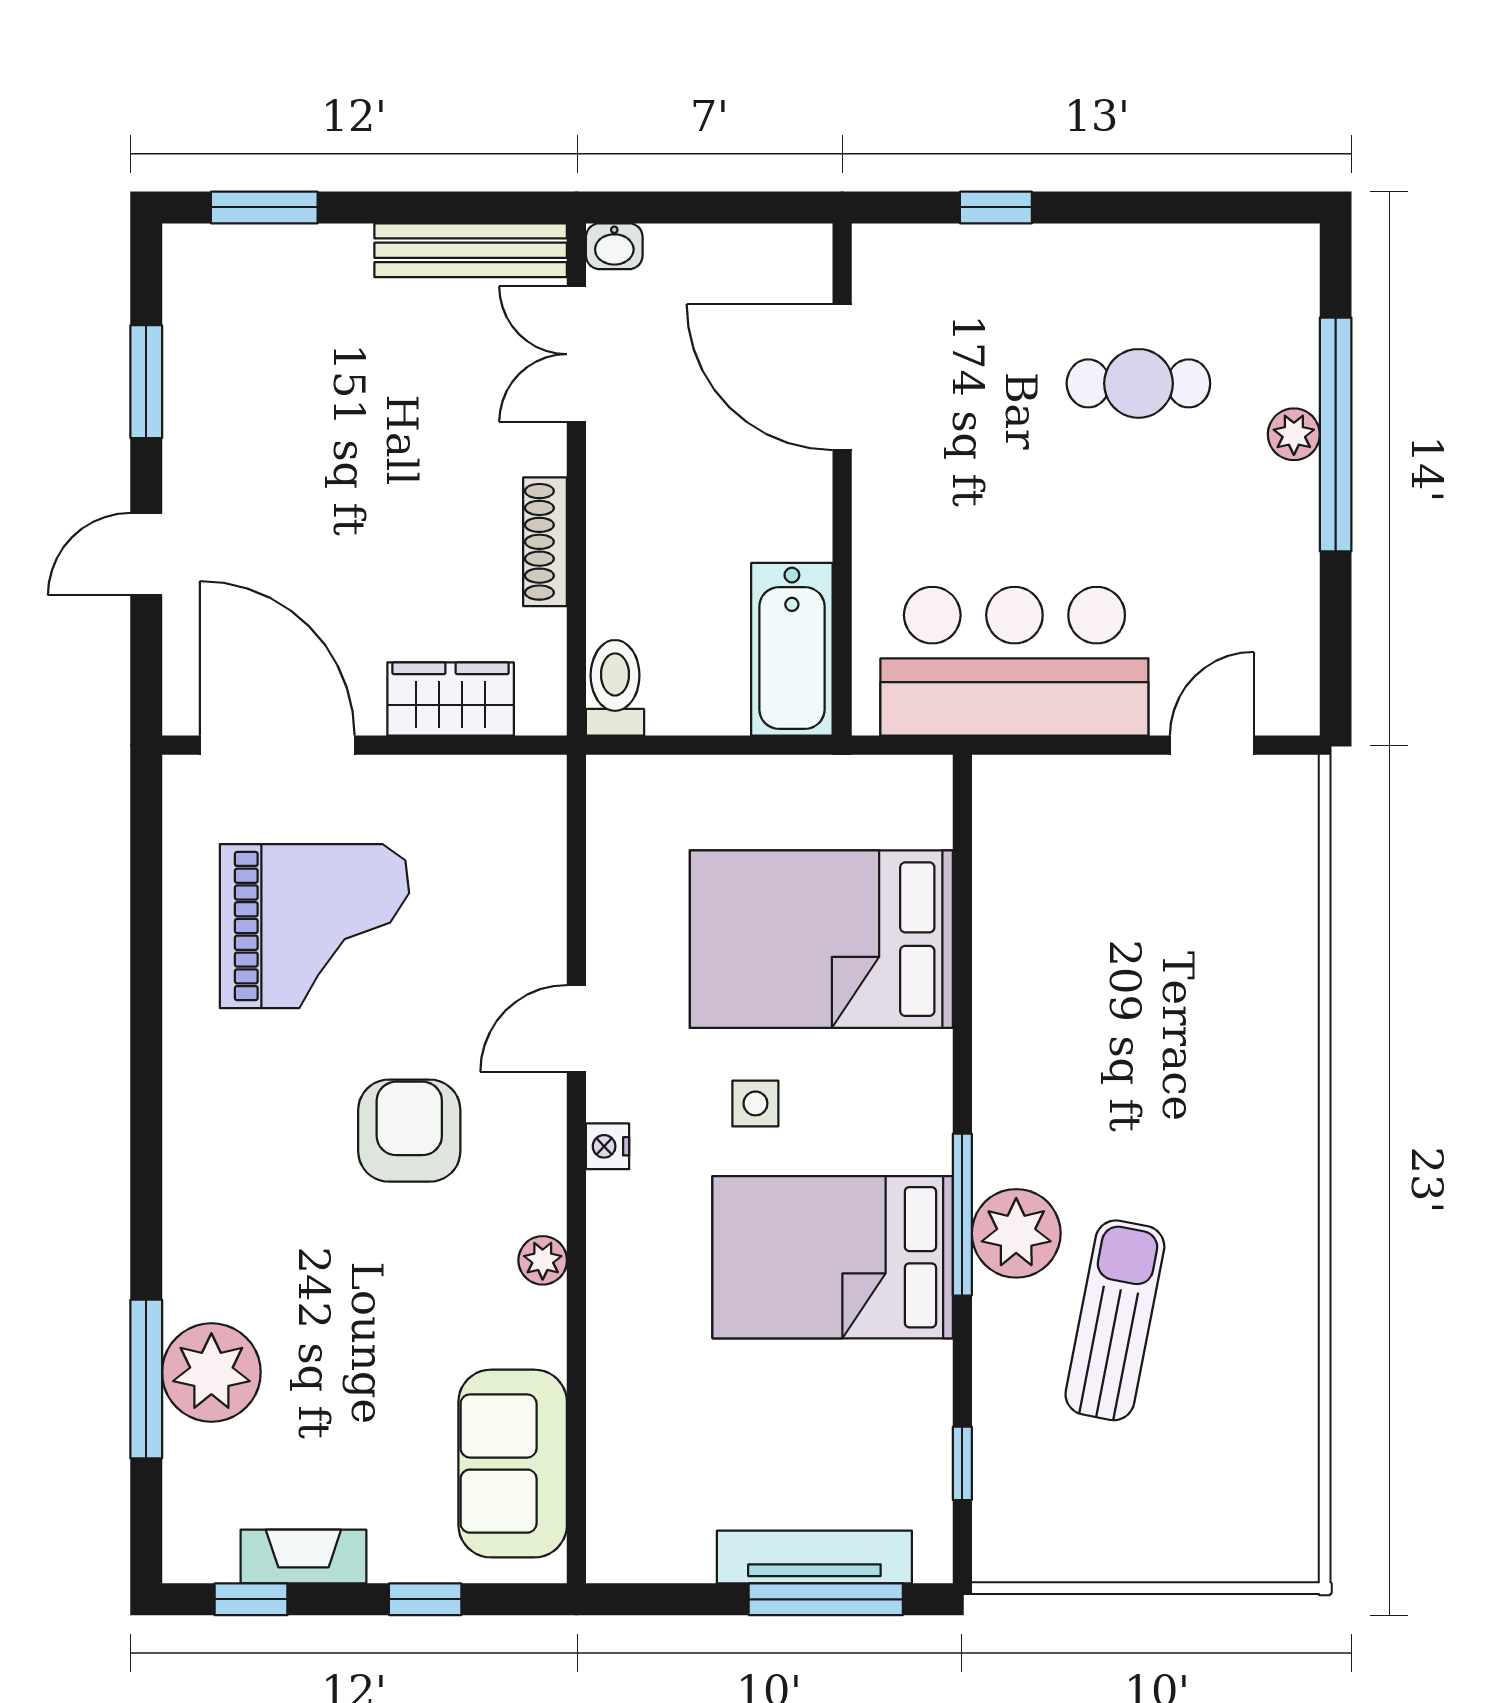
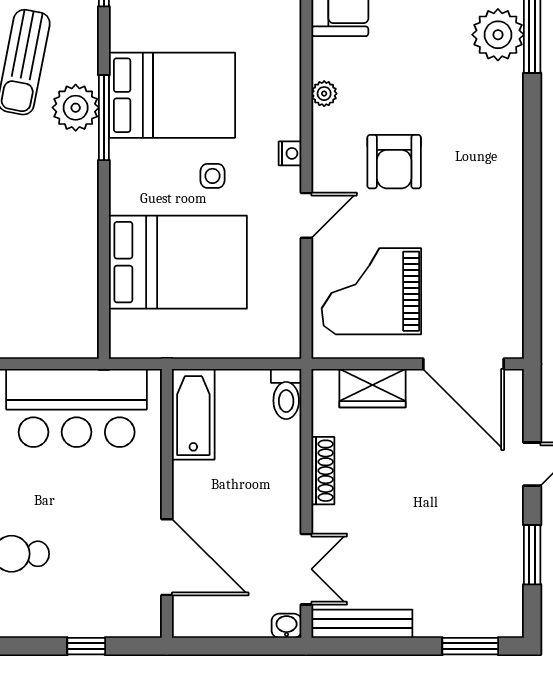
grand piano: (314, 926) -> (371, 291), moved

